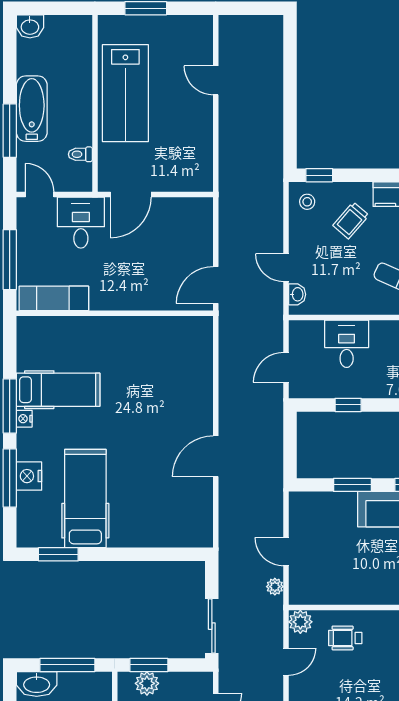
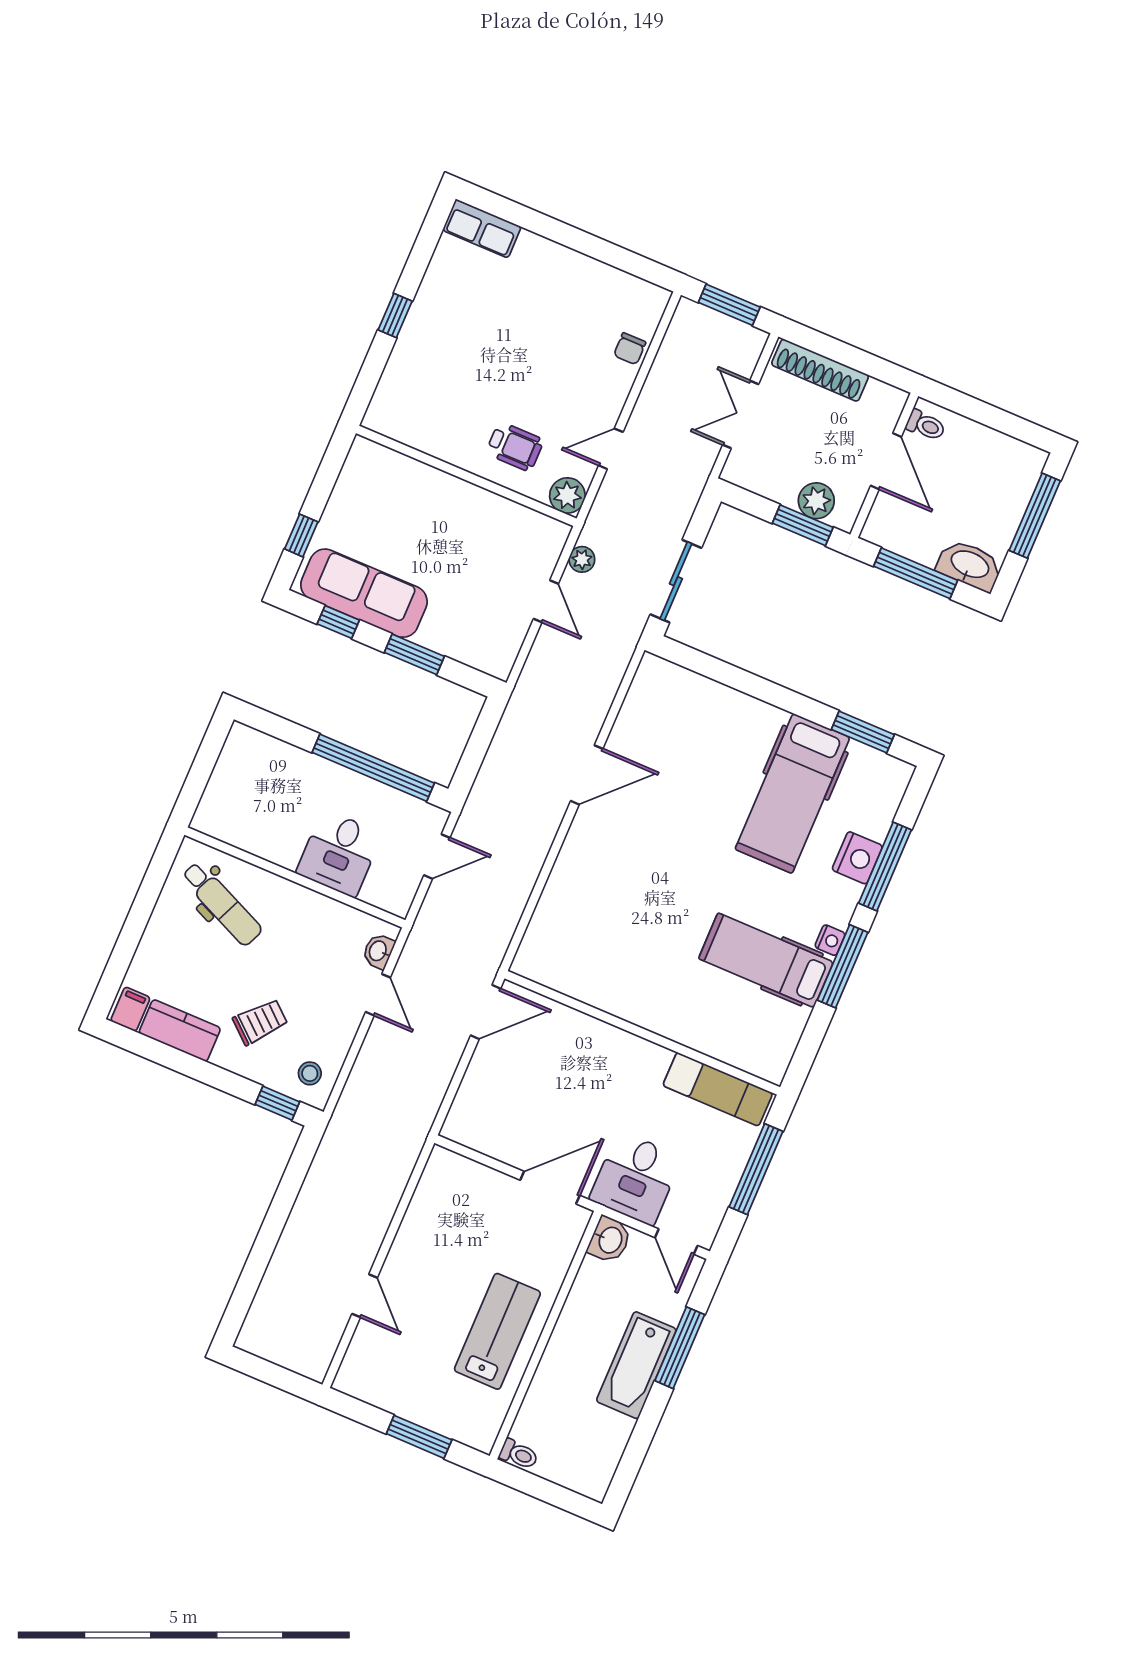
washbasin: (30, 26) -> (610, 1240), moved, turned 90
lab bench: (125, 93) -> (497, 1331), width x0.73, depth x0.72
toilet: (80, 154) -> (519, 1454), moved
window: (348, 405) -> (373, 768), width x3.17
sliding door: (212, 626) -> (676, 581), moved

